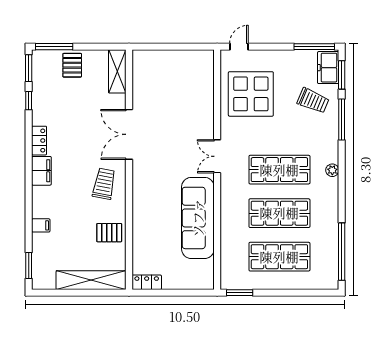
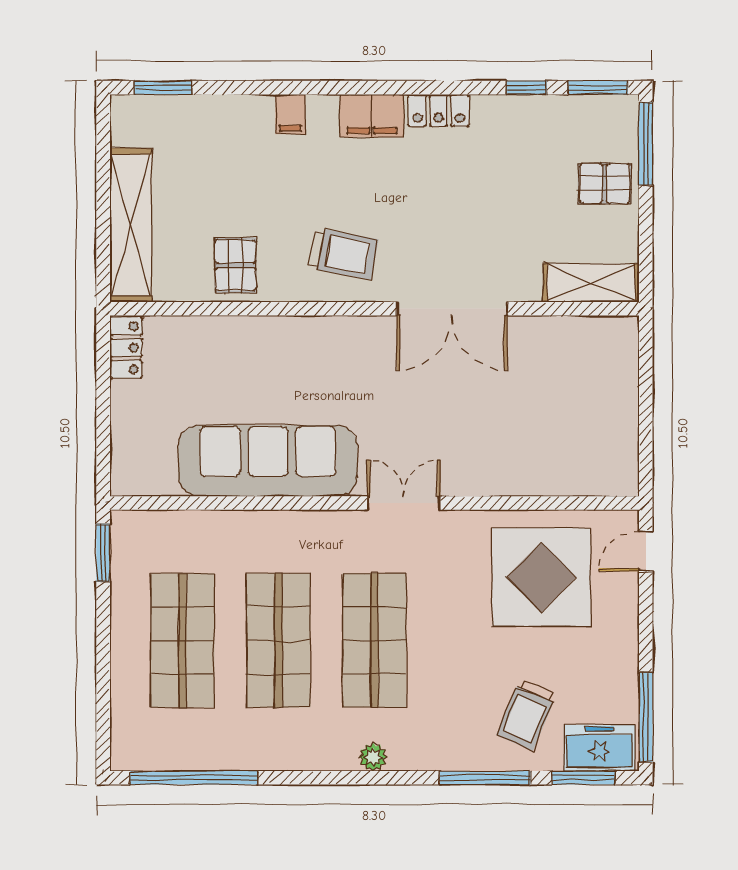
door: (239, 47) -> (646, 551), swing flipped
double door: (129, 134) -> (452, 309), swing flipped
filing cabinet: (41, 225) -> (290, 114), moved

